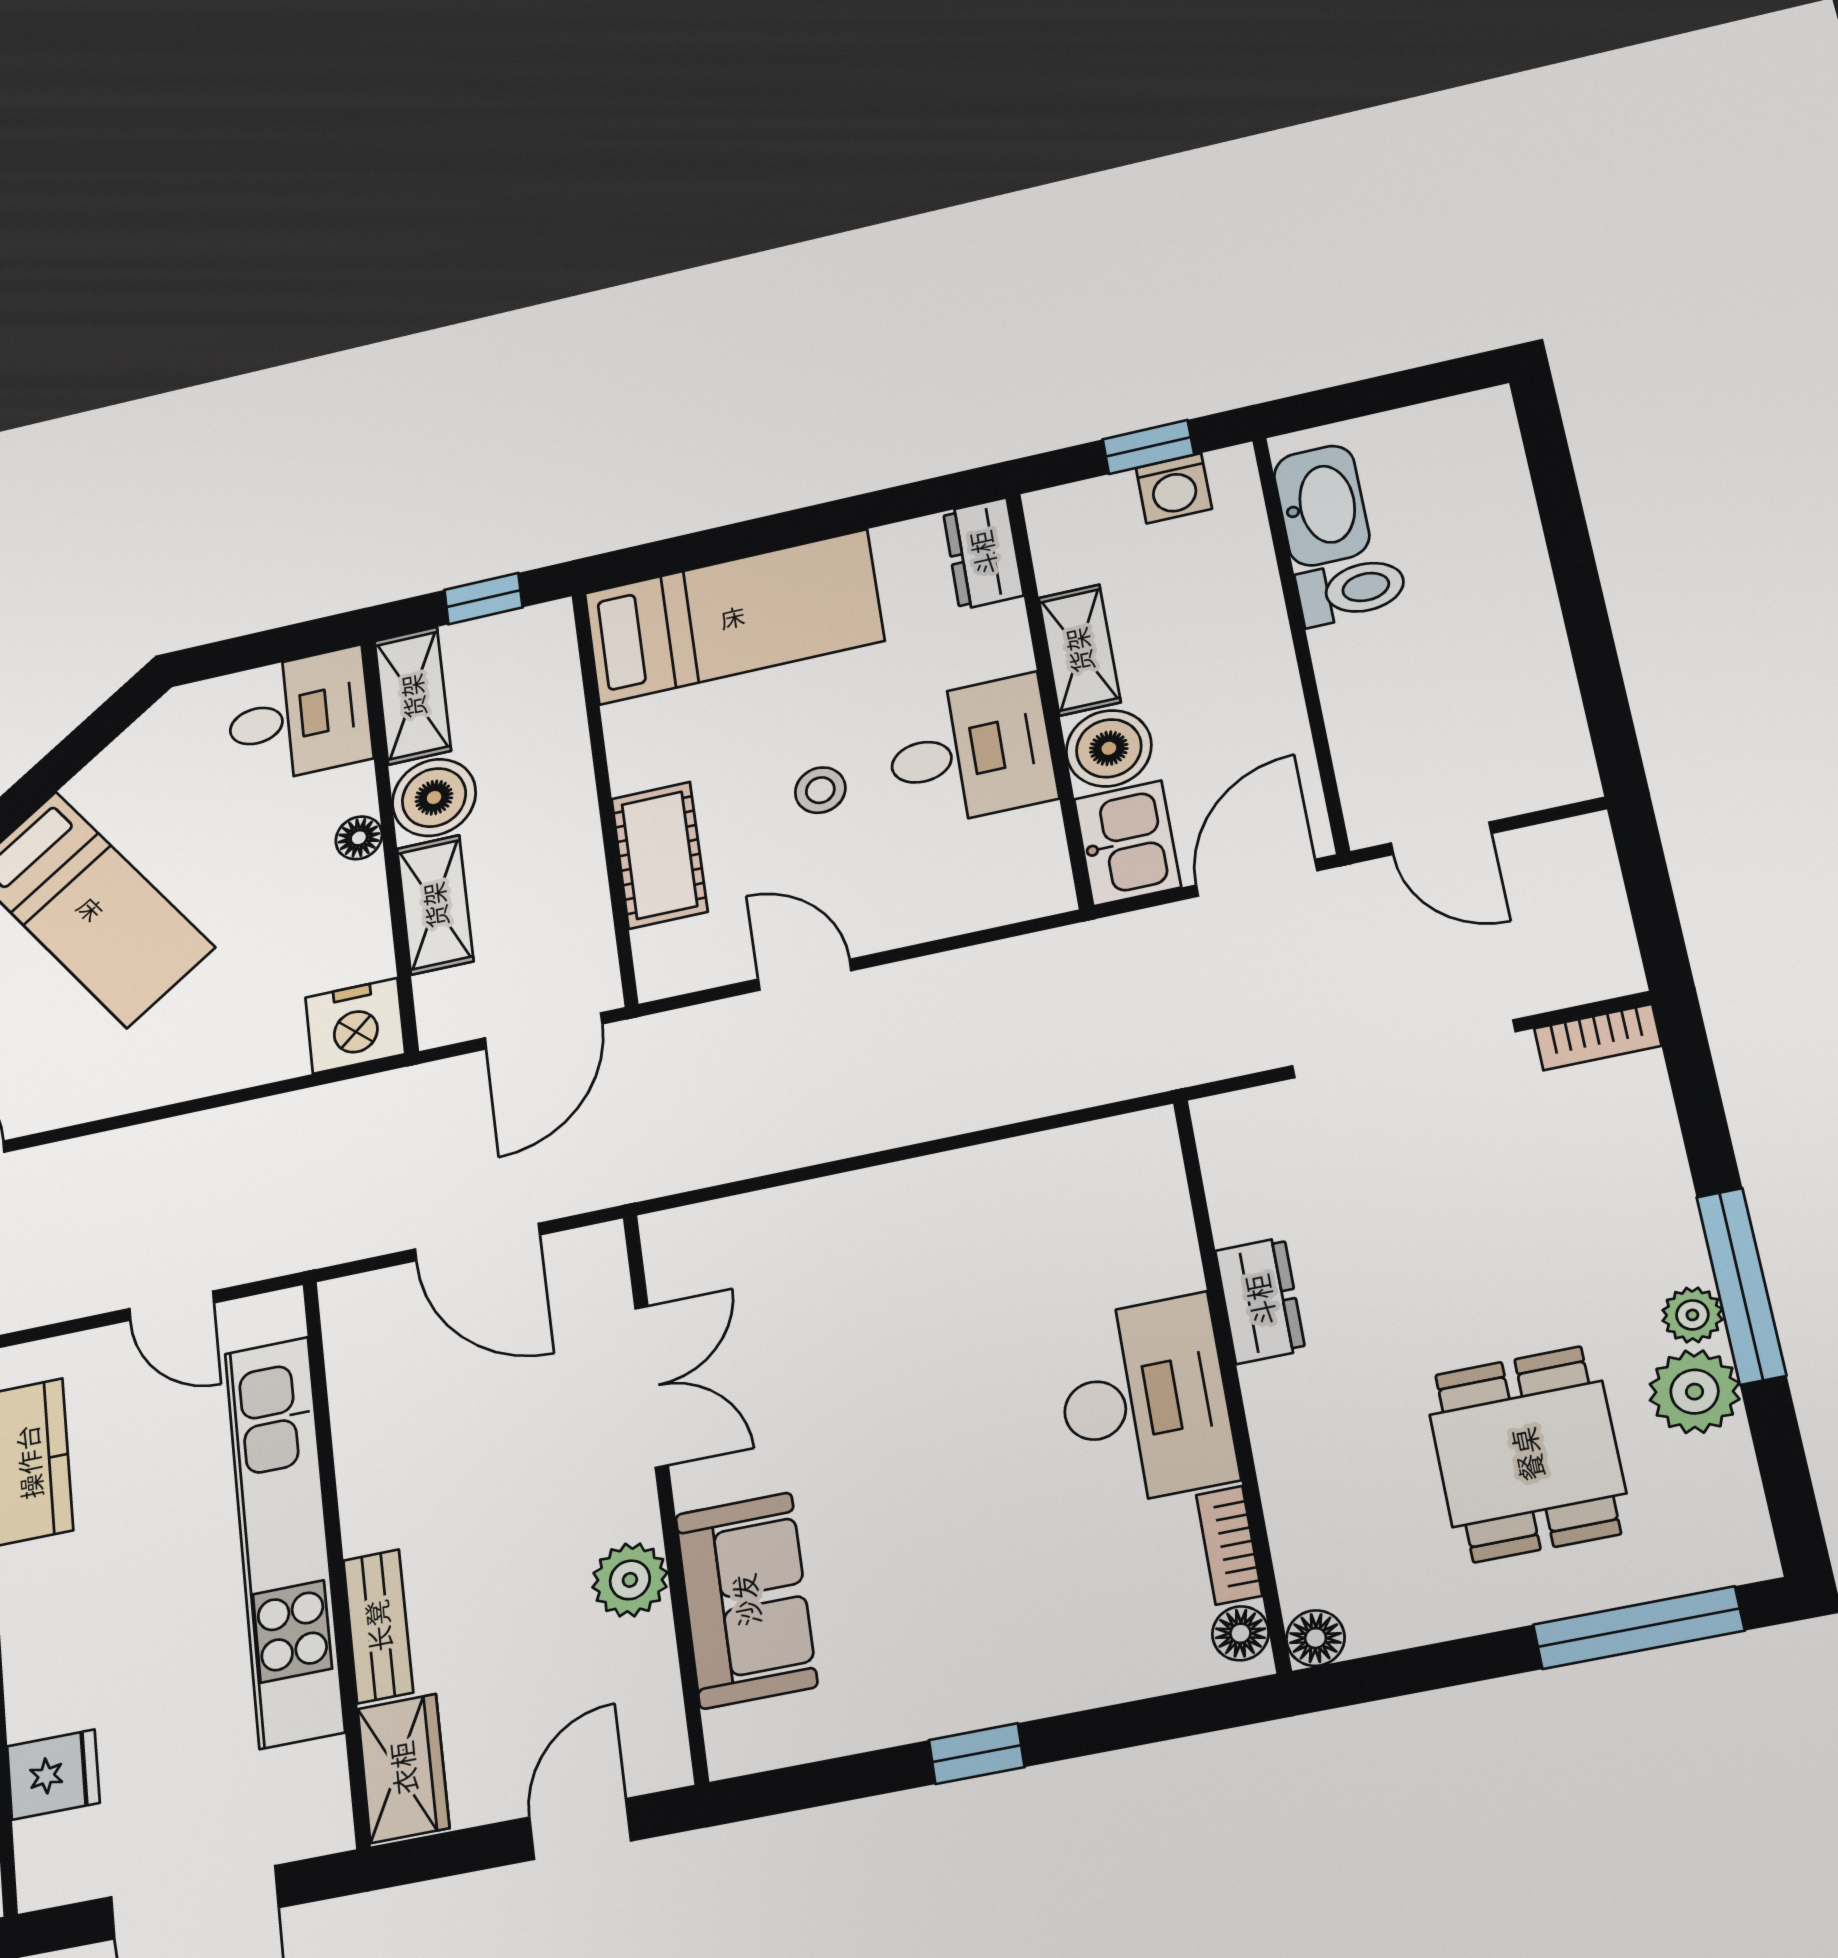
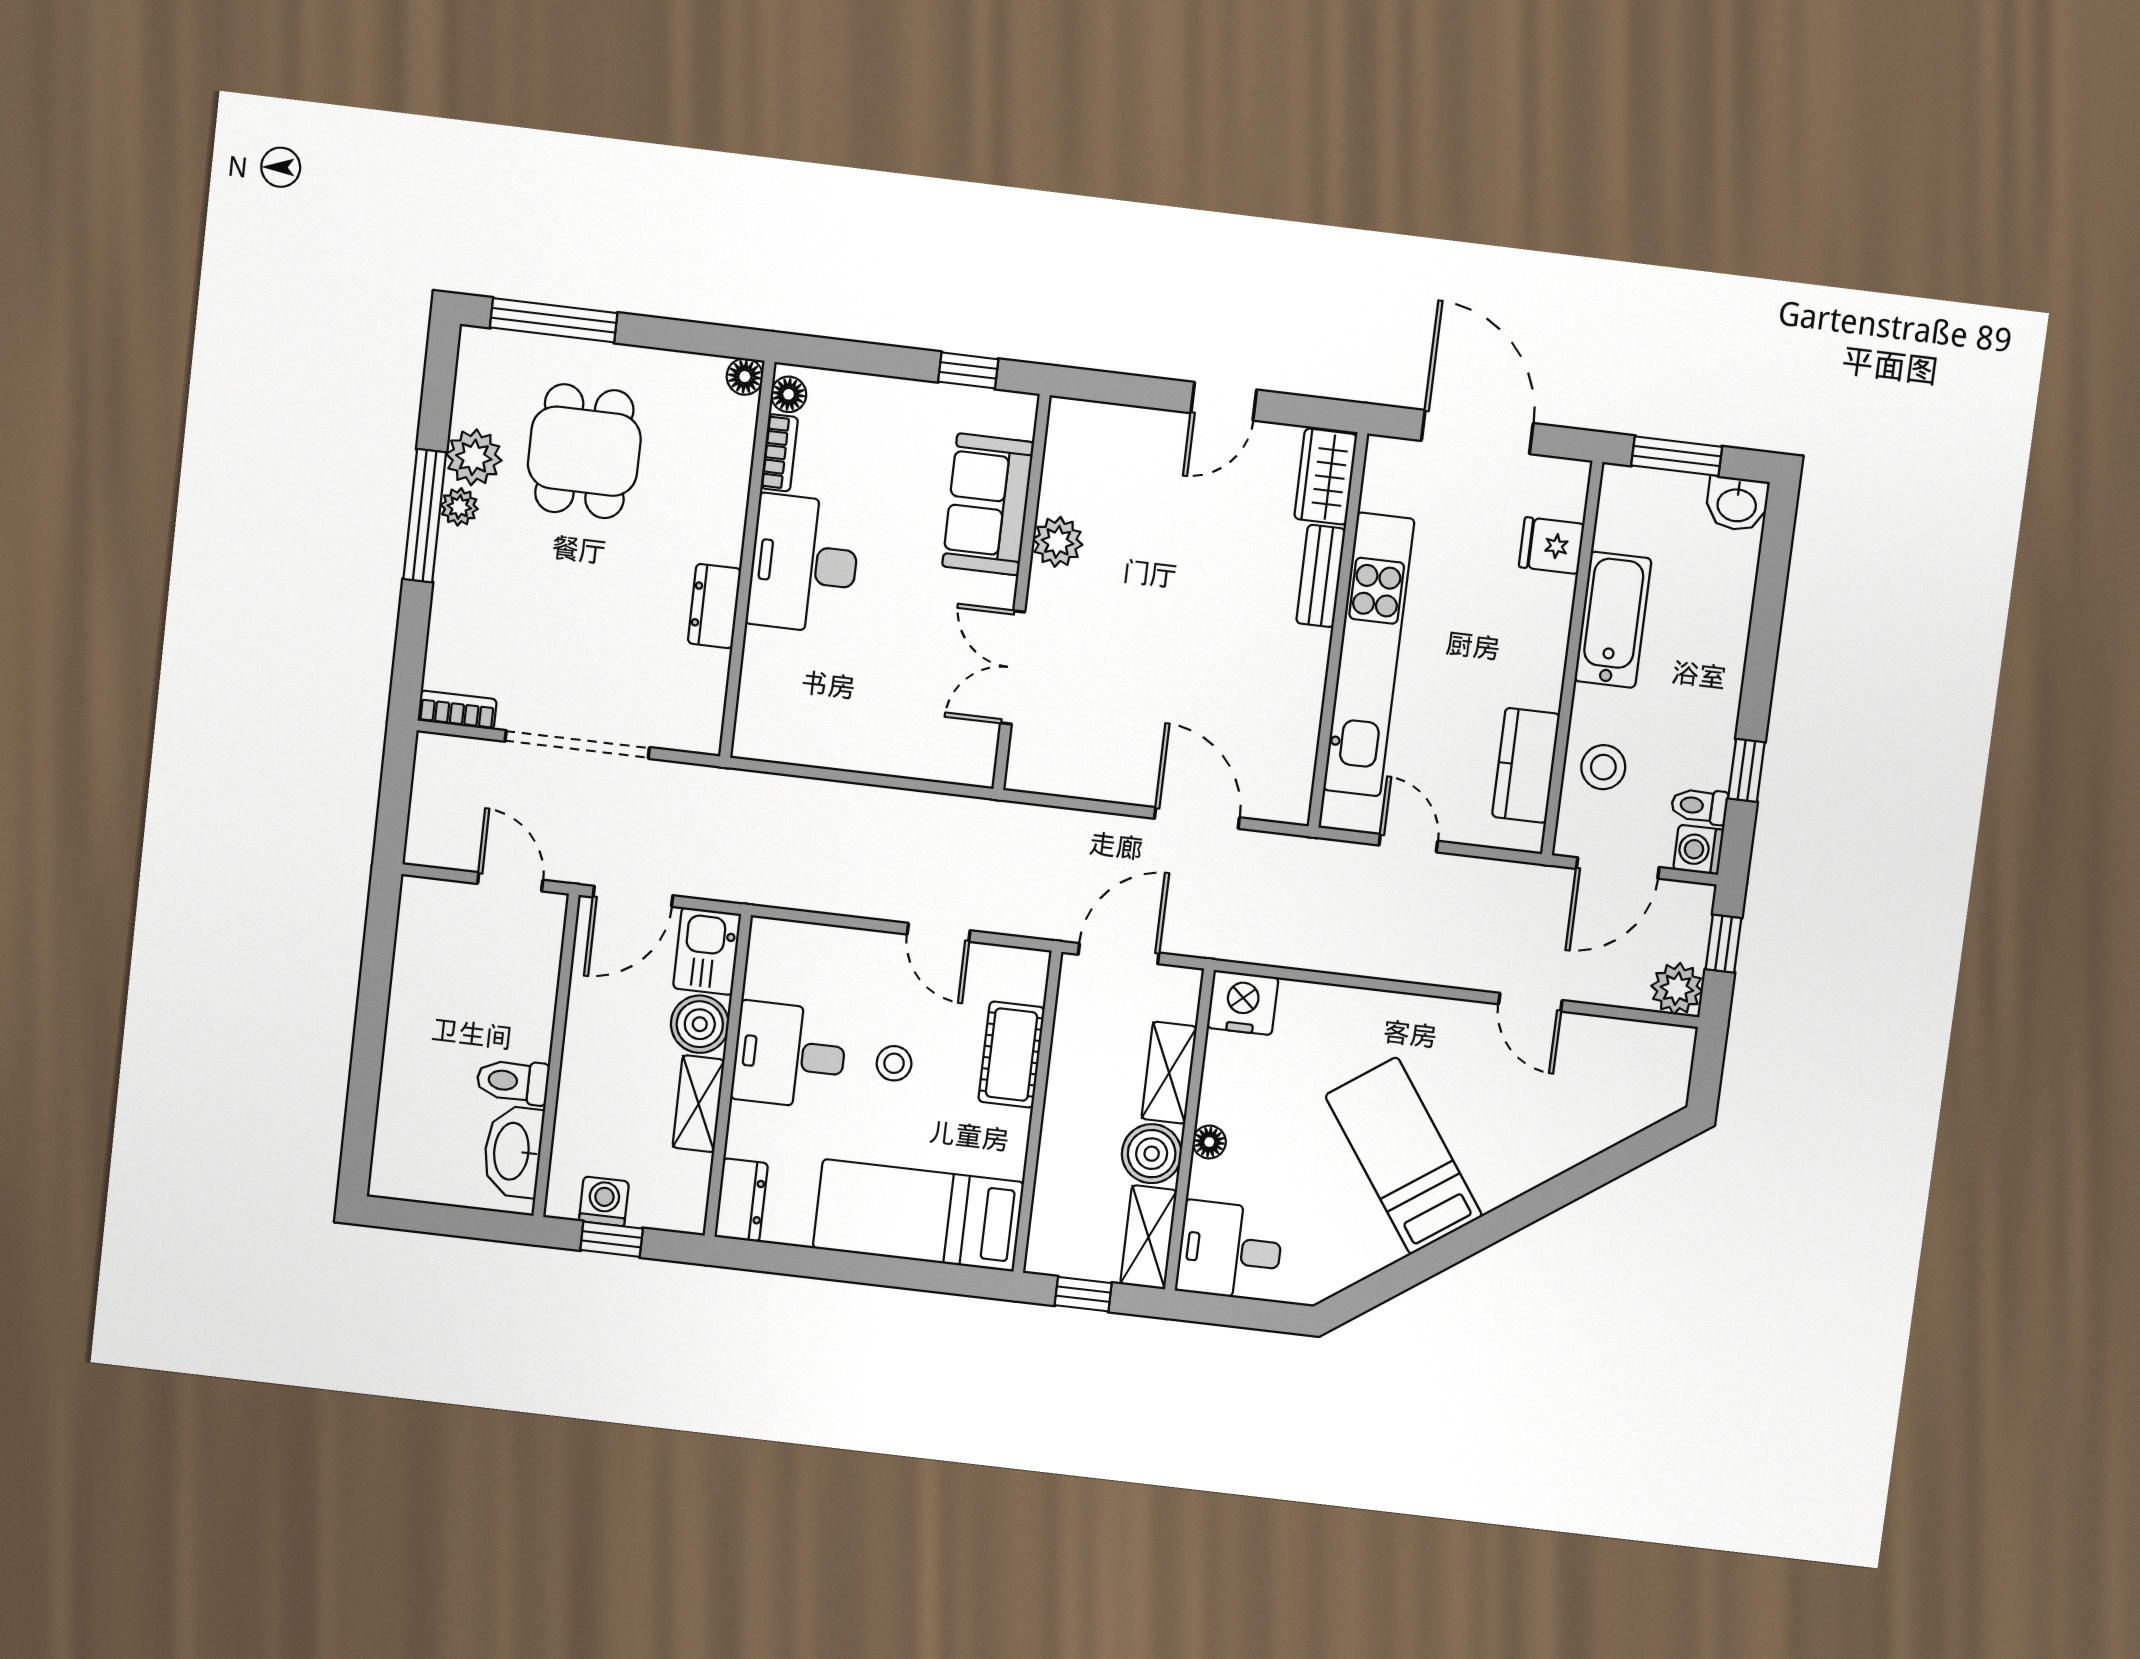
double door: (652, 1386) -> (1013, 668), moved
wall: (665, 1493) -> (1021, 593), moved
plant: (630, 1580) -> (1058, 542), moved
sofa: (746, 1600) -> (988, 504), moved

